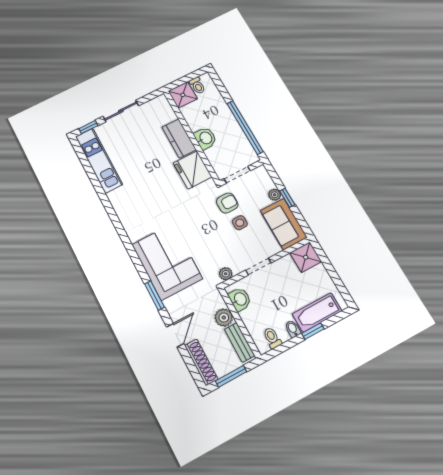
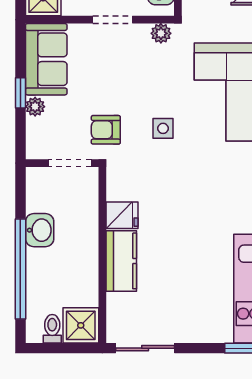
sliding door: (121, 111) -> (145, 348), moved
window: (245, 127) -> (20, 269), moved
washbasin: (205, 138) -> (40, 230), moved, turned 180
fridge: (193, 170) -> (122, 215), width x0.53, depth x0.75
side table: (240, 223) -> (163, 128), moved

